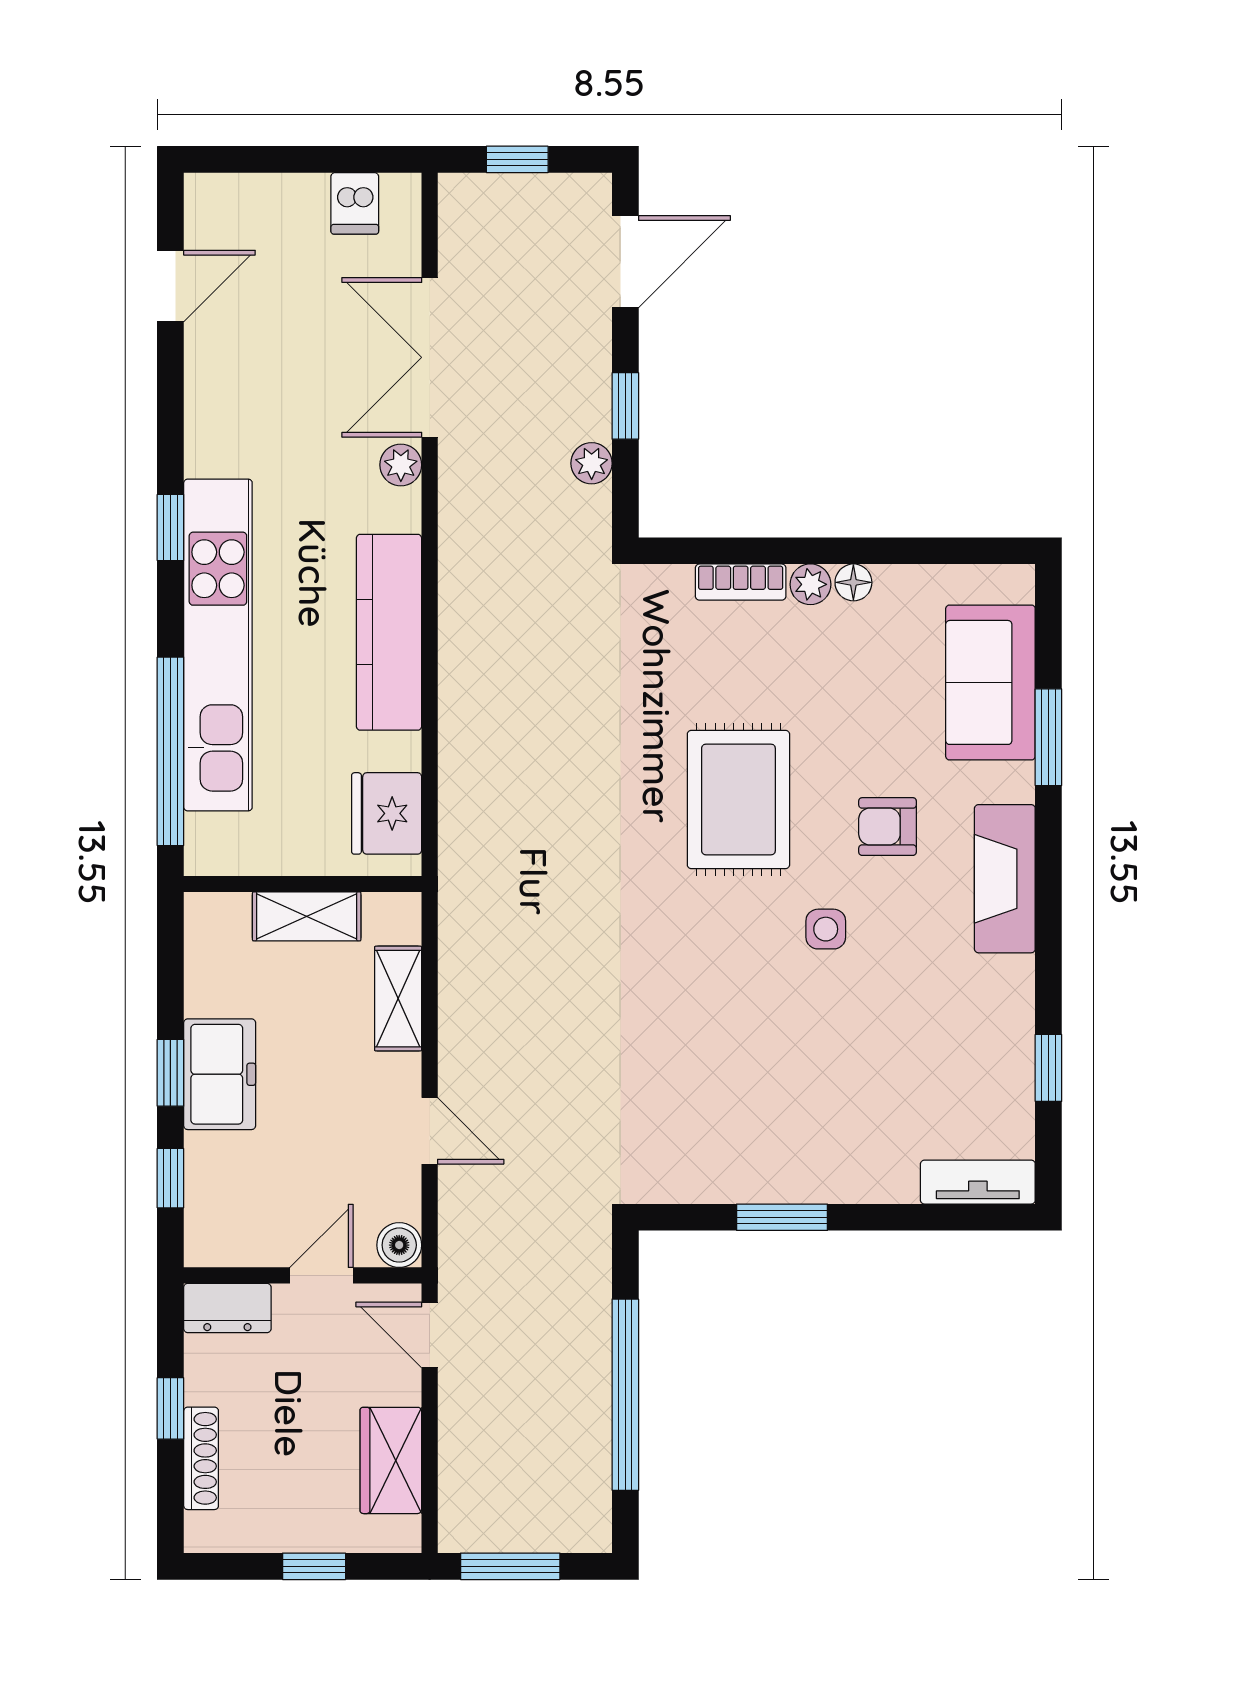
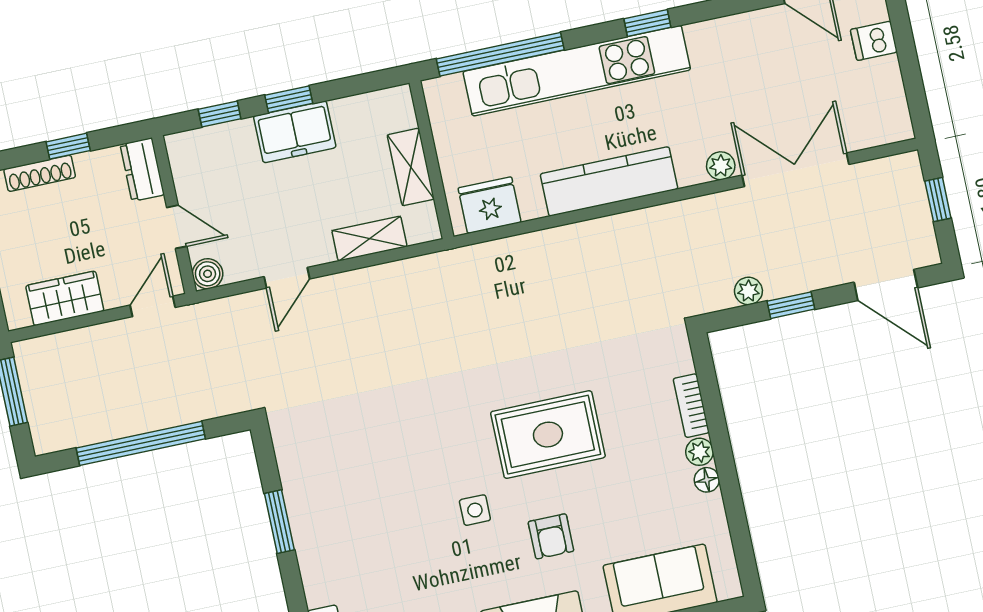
dishwasher: (355, 203) -> (874, 41), moved
armchair: (888, 827) -> (551, 536), turned 180

